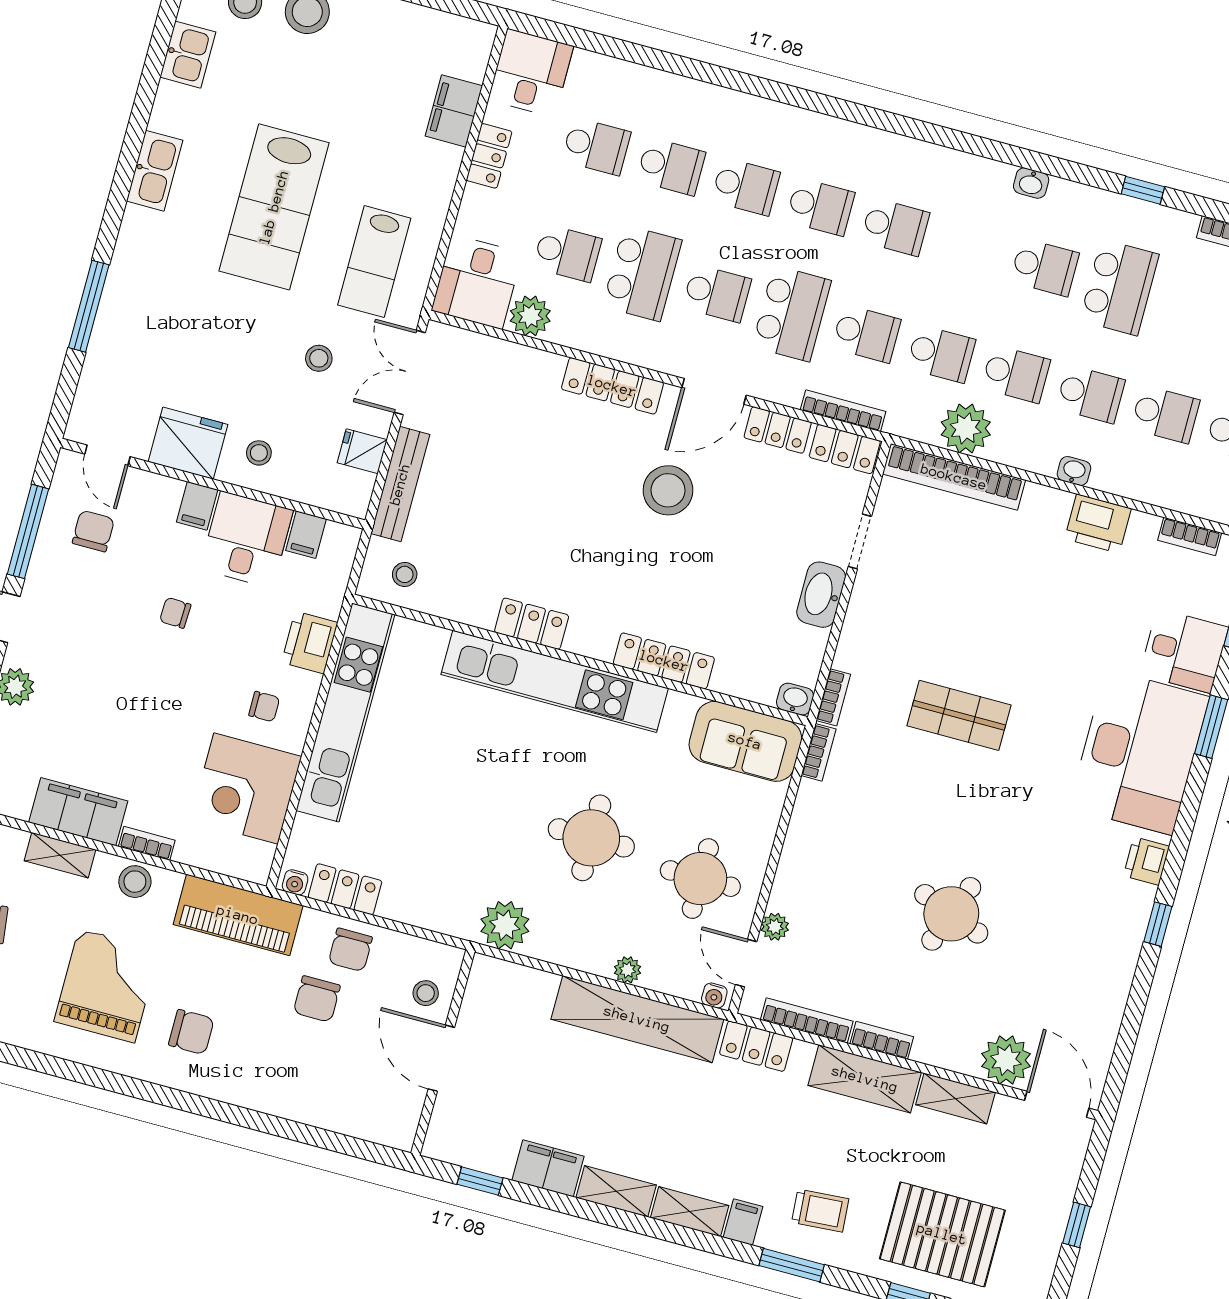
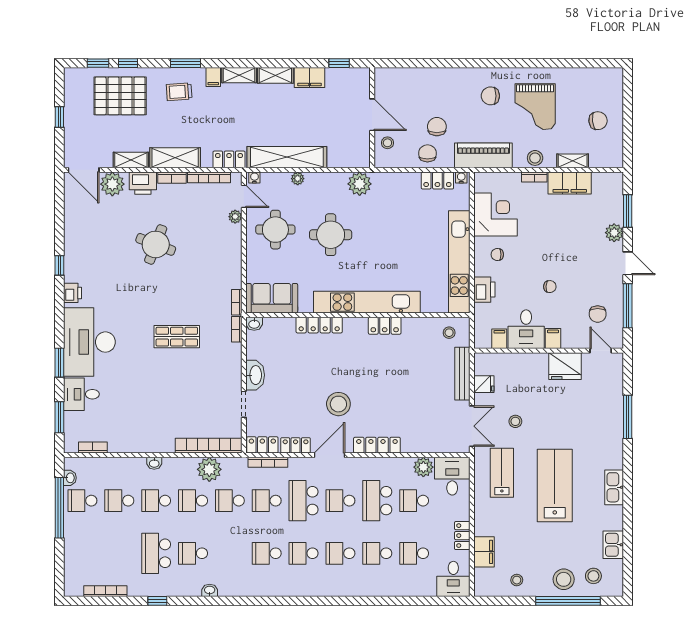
stool: (259, 453) -> (517, 580), moved
printer: (1098, 524) -> (143, 183), moved, turned 180

